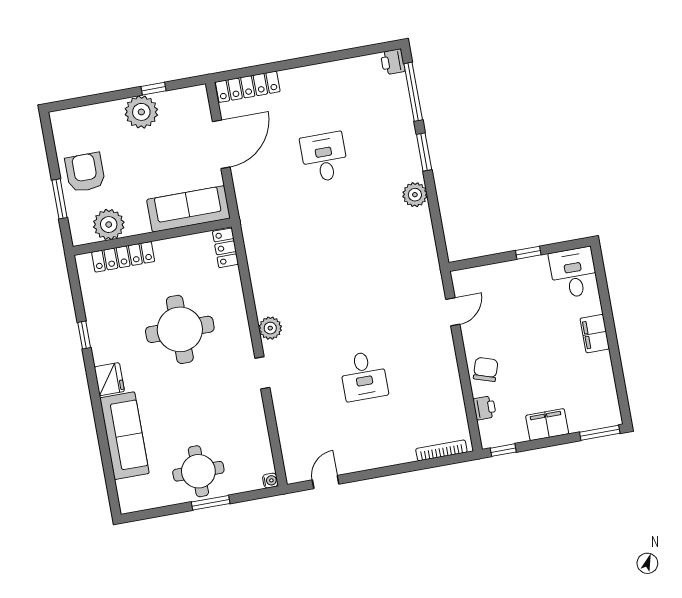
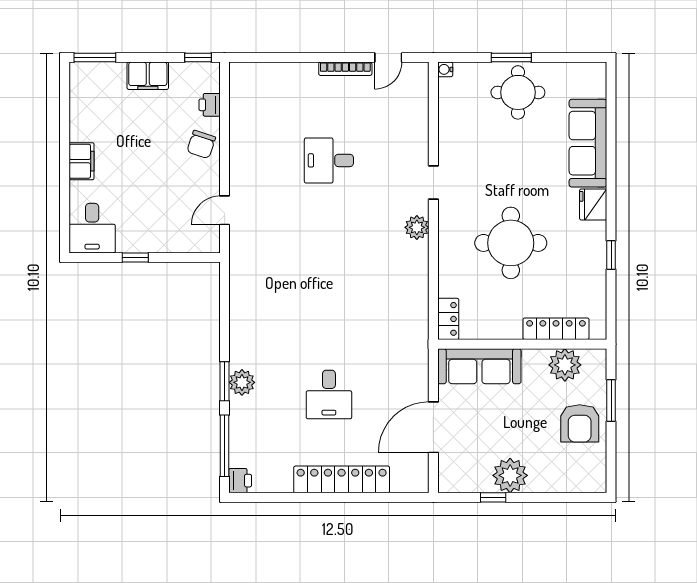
locker: (248, 87) -> (342, 479), moved, width x1.41, depth x1.21
plant: (415, 195) -> (242, 382), moved
desk: (364, 376) -> (329, 160), turned -90
bookcase: (441, 450) -> (345, 69), moved

